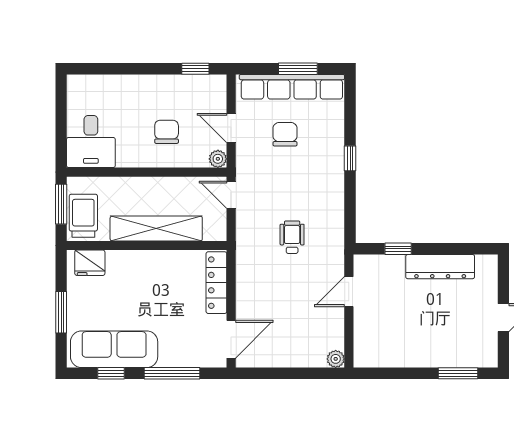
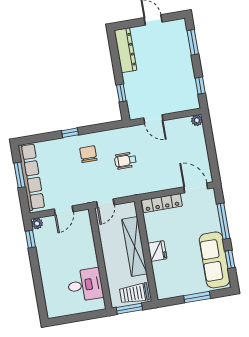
chair: (167, 132) -> (73, 250), removed
chair: (285, 134) -> (88, 154), moved, turned 90
desk: (91, 142) -> (85, 285), moved
plant: (218, 159) -> (37, 224), moved
fridge: (90, 263) -> (157, 251), moved
dresser: (440, 267) -> (125, 50), moved
window: (389, 373) -> (200, 86), added

